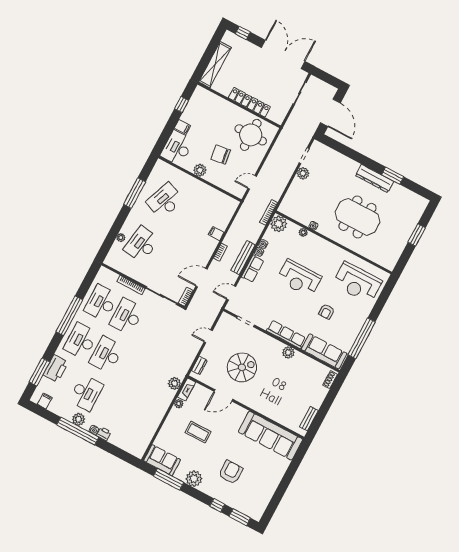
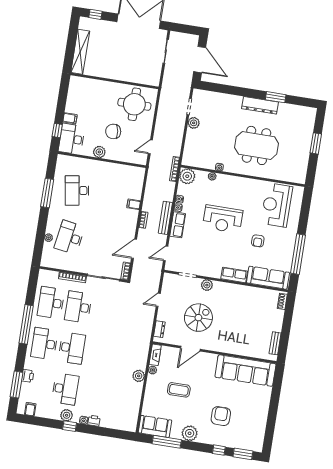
locker: (249, 102) -> (123, 75), removed
window: (182, 105) -> (57, 130), moved
desk: (165, 201) -> (77, 191), turned -30
reception desk: (357, 283) -> (277, 205), turned 90
row of seats: (286, 334) -> (234, 275), width x0.68
plant: (288, 352) -> (207, 285), moved
desk: (106, 355) -> (72, 348), turned 180
printer: (56, 368) -> (28, 376), width x0.53, depth x0.68
plant: (174, 383) -> (139, 376), moved
window: (78, 431) -> (70, 426), width x0.32

